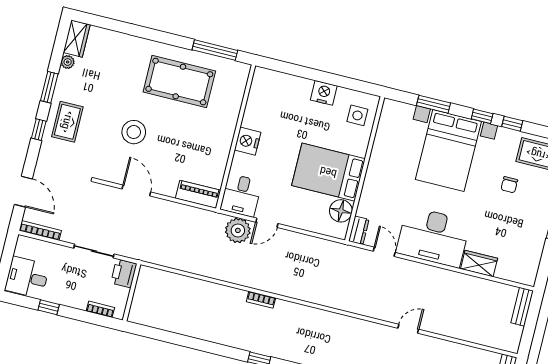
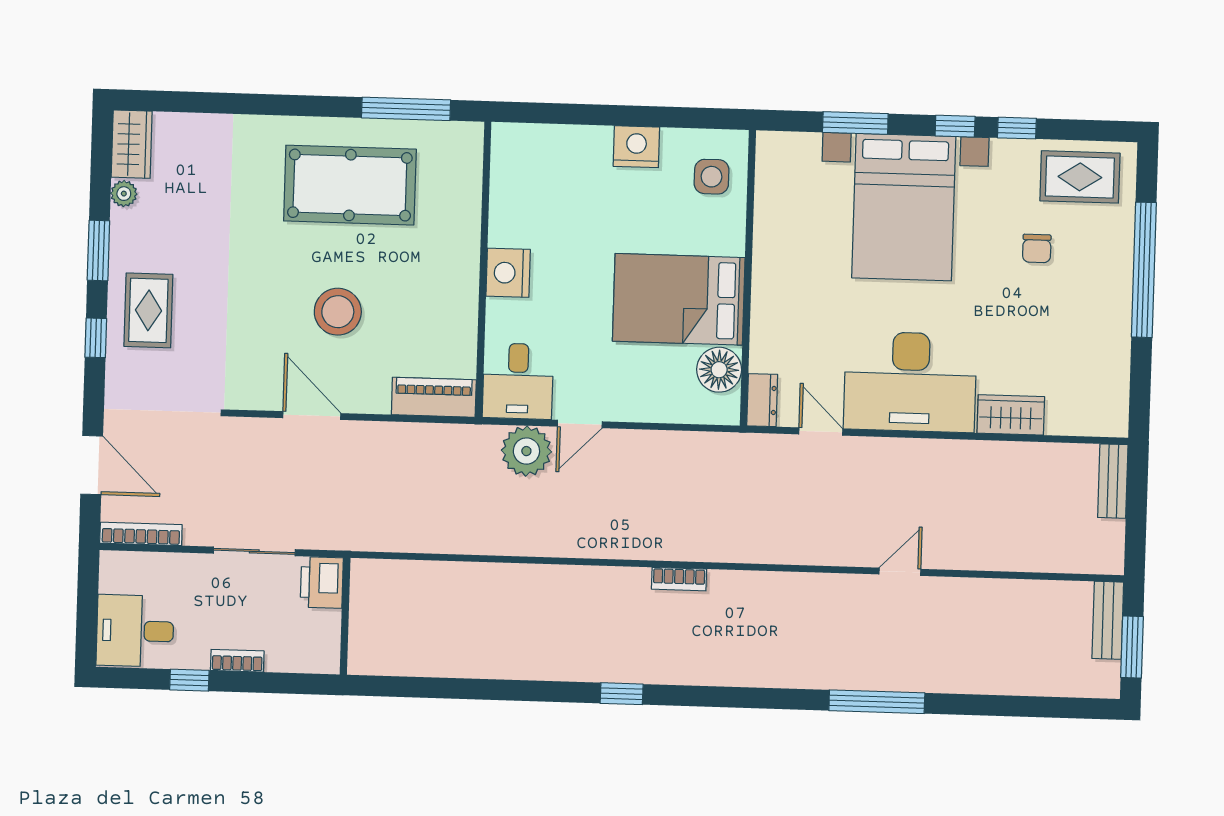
stool: (134, 132) -> (338, 312), moved
bookcase: (261, 300) -> (679, 579), moved
bookcase: (100, 309) -> (237, 661), moved

